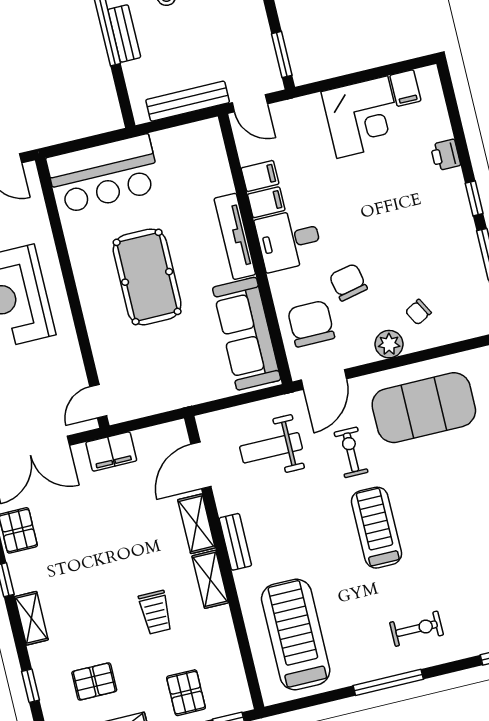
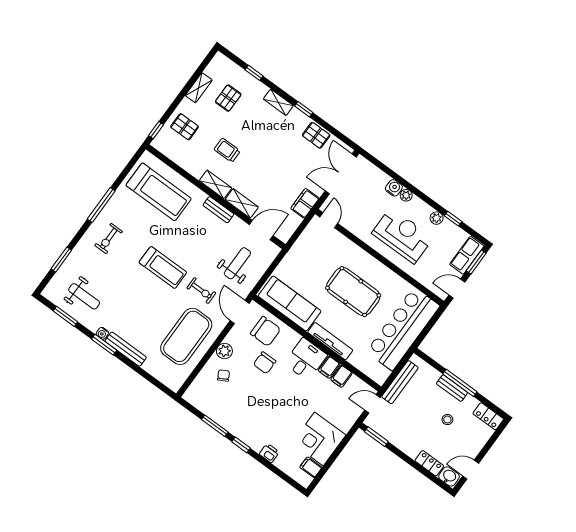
bar counter: (104, 174) -> (403, 329), width x1.36
chair: (348, 282) -> (265, 363), turned 102
door: (201, 465) -> (261, 230), hinge flipped

